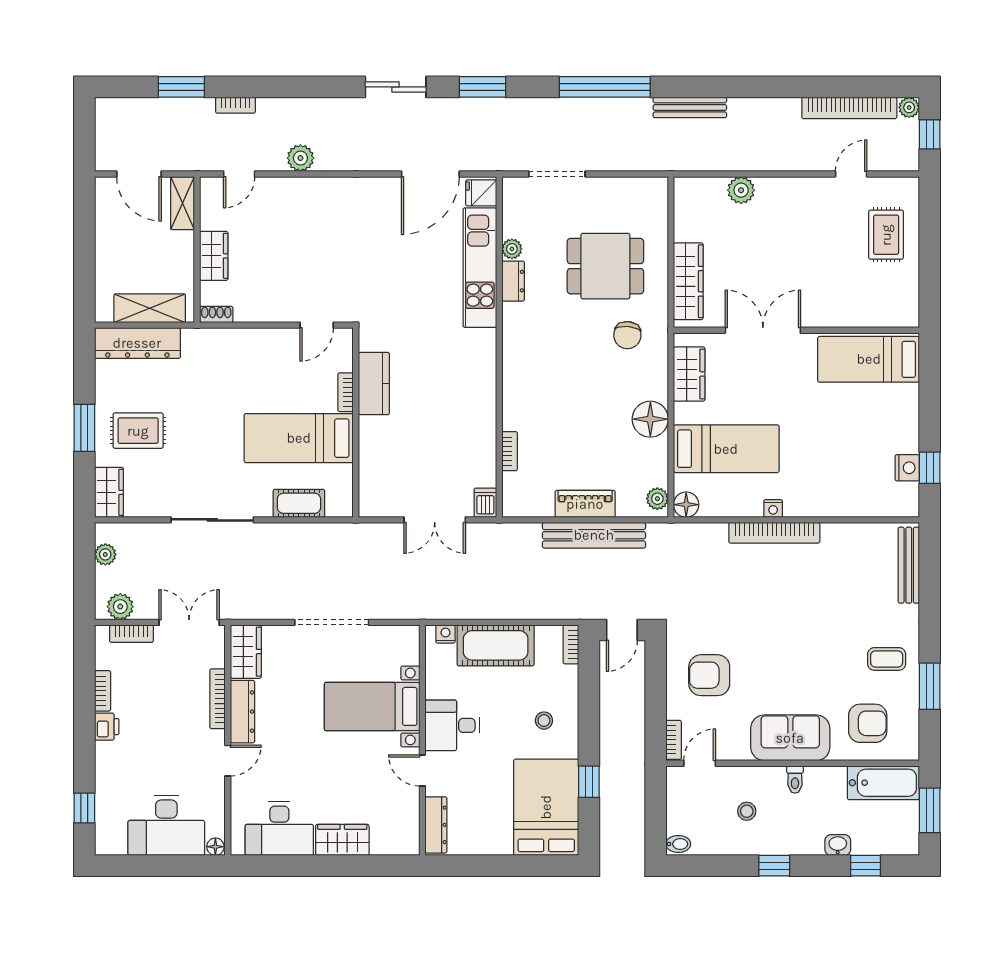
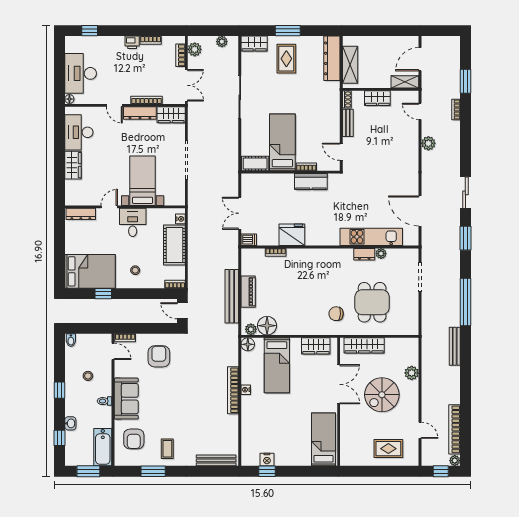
fridge: (481, 193) -> (292, 235), moved, width x1.88, depth x1.34
spiral stairs: (783, 247) -> (382, 395), added
bench: (261, 313) -> (348, 123), added
floor lamp: (650, 419) -> (267, 326), moved
cot: (299, 503) -> (255, 164), moved, turned 90

